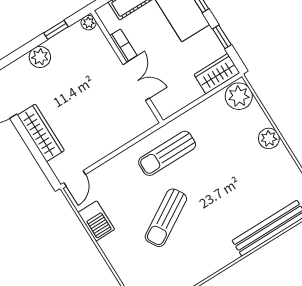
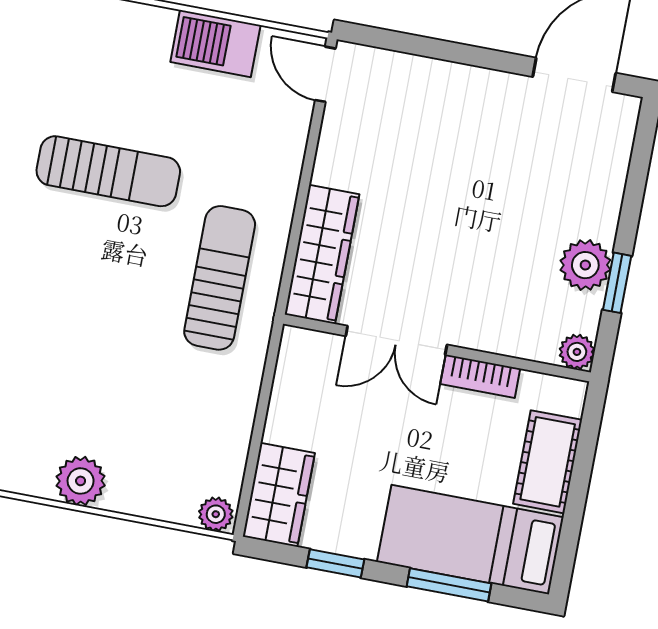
plant: (40, 57) -> (585, 265), moved
plant: (239, 96) -> (216, 514), width x0.53, depth x0.53
wardrobe: (41, 133) -> (322, 254), moved, turned -90
sun lounger: (166, 218) -> (108, 171), turned 121

